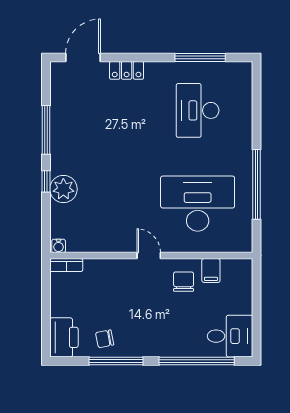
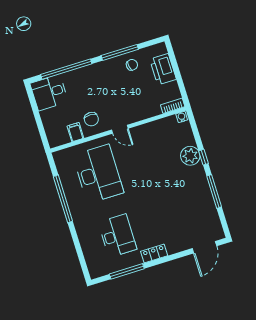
locker: (127, 70) -> (154, 254), moved
desk: (198, 204) -> (98, 174), turned -90
printer: (64, 337) -> (163, 69), moved

